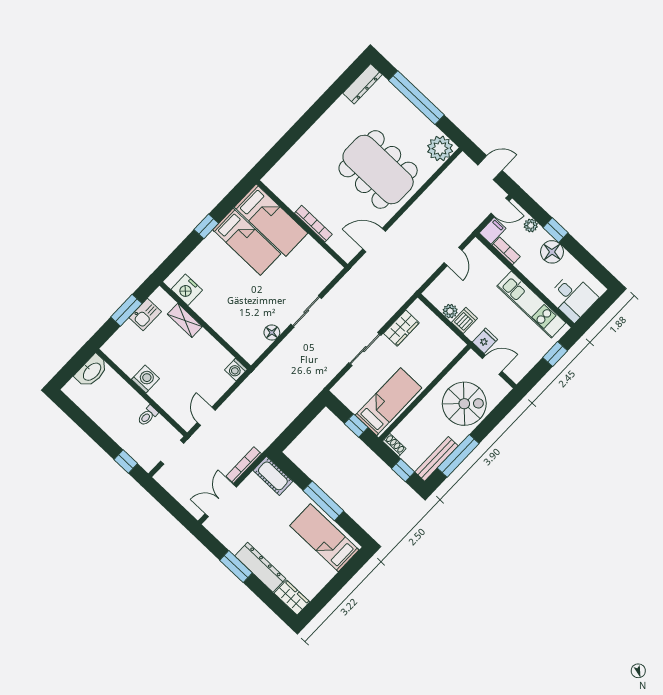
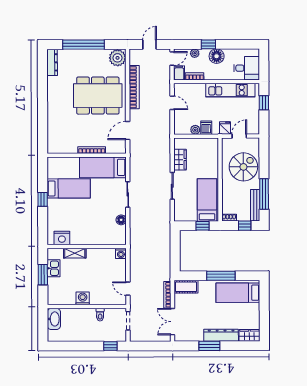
bookcase: (427, 199) -> (134, 87), added
bed: (271, 220) -> (103, 167), moved, turned 180

